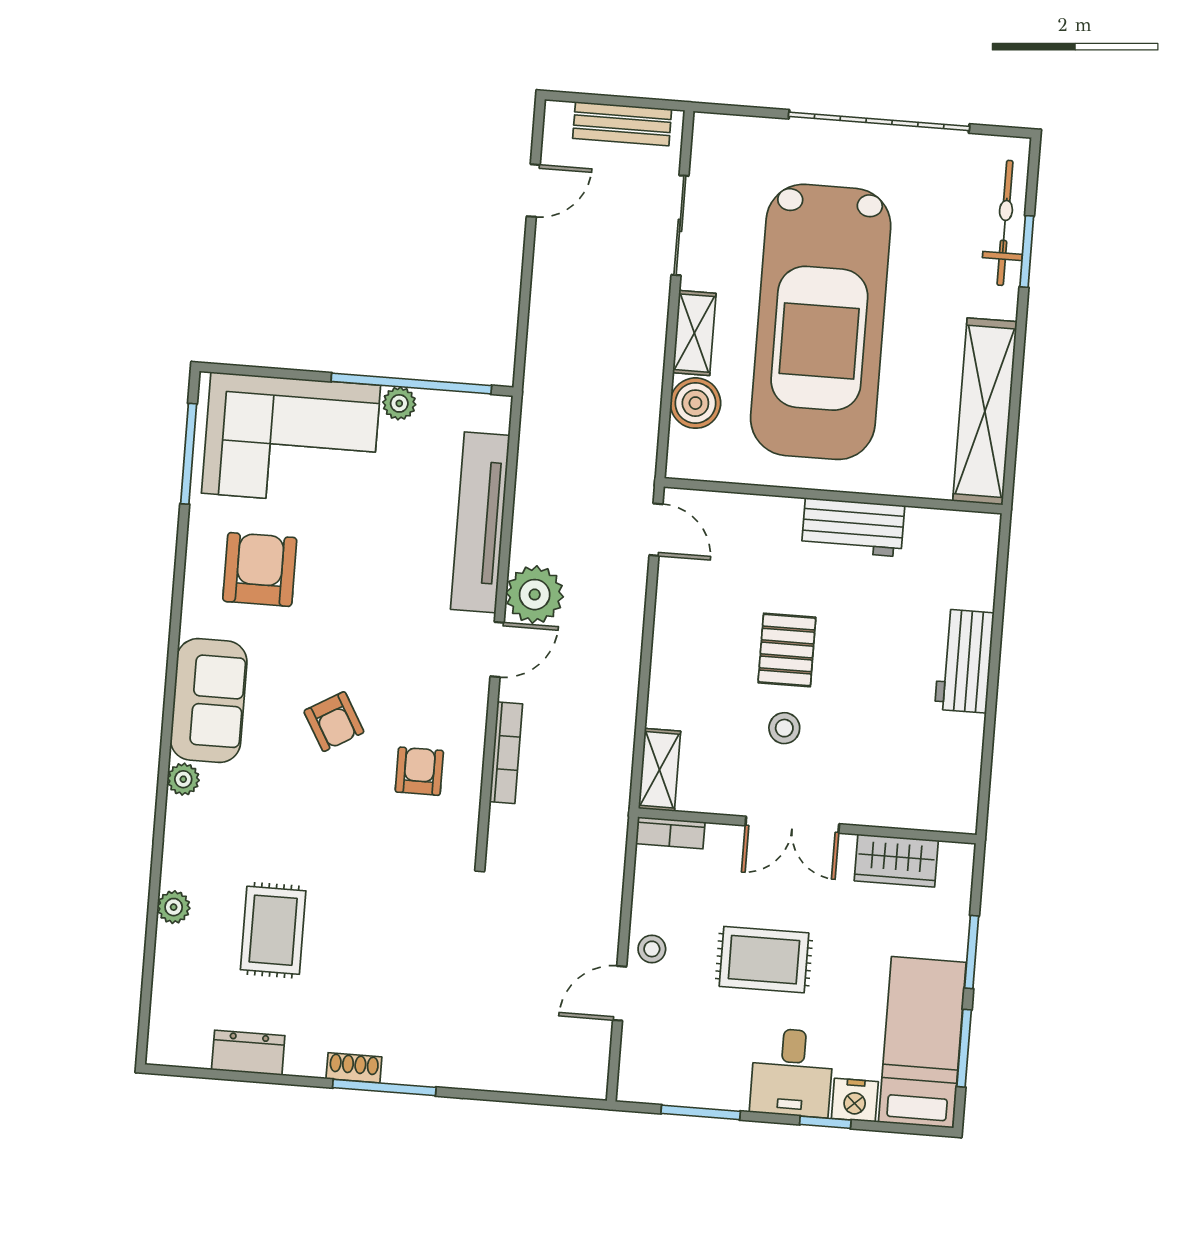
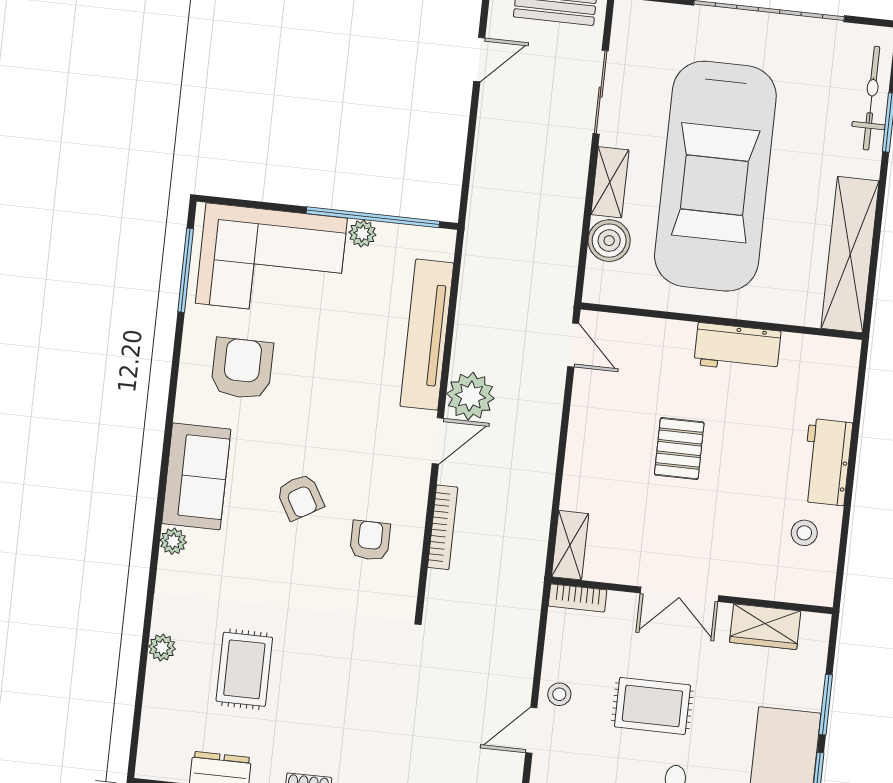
stool: (784, 728) -> (804, 533), moved

